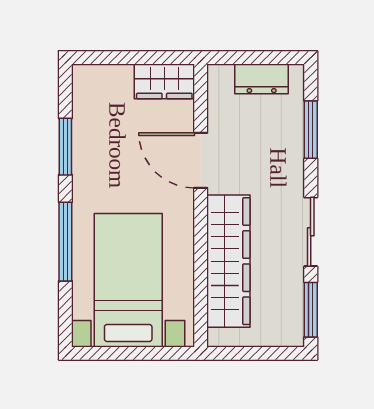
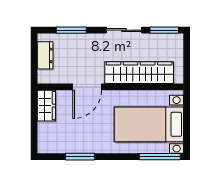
window: (65, 242) -> (160, 157), moved

